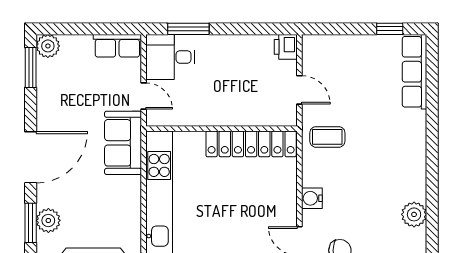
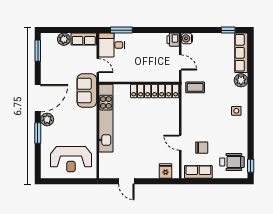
plant: (48, 46) -> (64, 39), moved
side table: (405, 181) -> (236, 111), added
water cooler: (312, 198) -> (187, 38), moved
plant: (414, 214) -> (241, 80), moved
plant: (48, 220) -> (47, 119), moved

